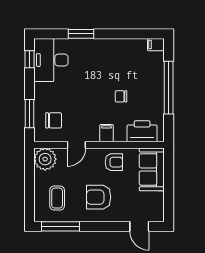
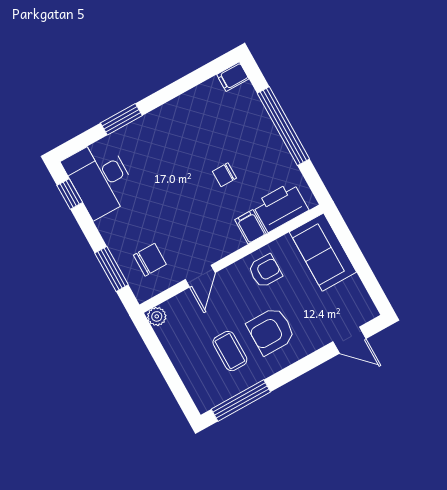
filing cabinet: (106, 133) -> (251, 227), moved
plant: (45, 159) -> (157, 316), width x0.53, depth x0.53
coffee table: (57, 198) -> (230, 351), moved

